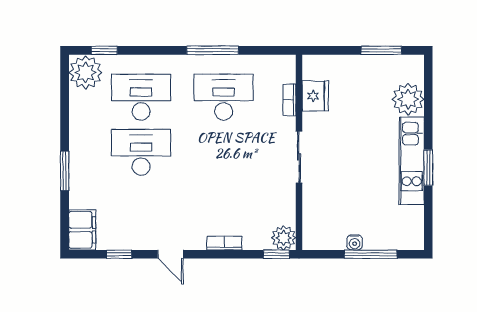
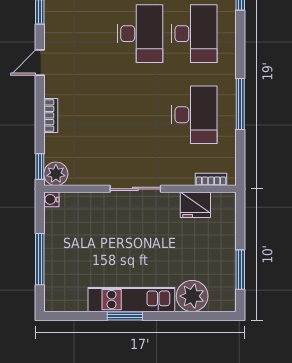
bookcase: (289, 100) -> (211, 179), moved
water cooler: (355, 242) -> (51, 199), moved

